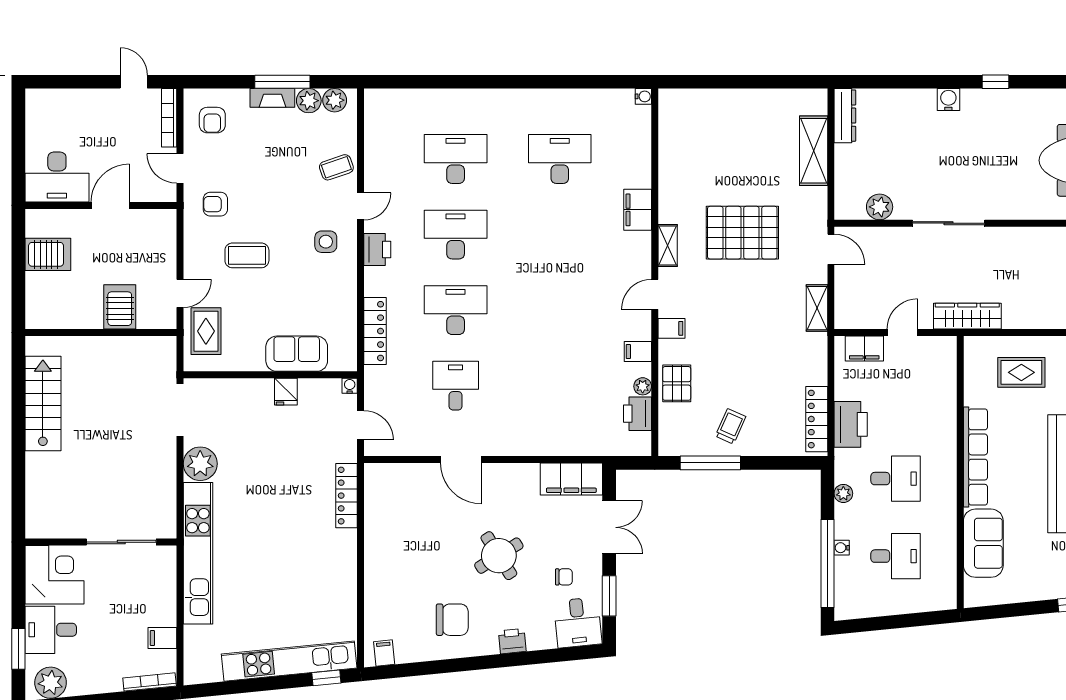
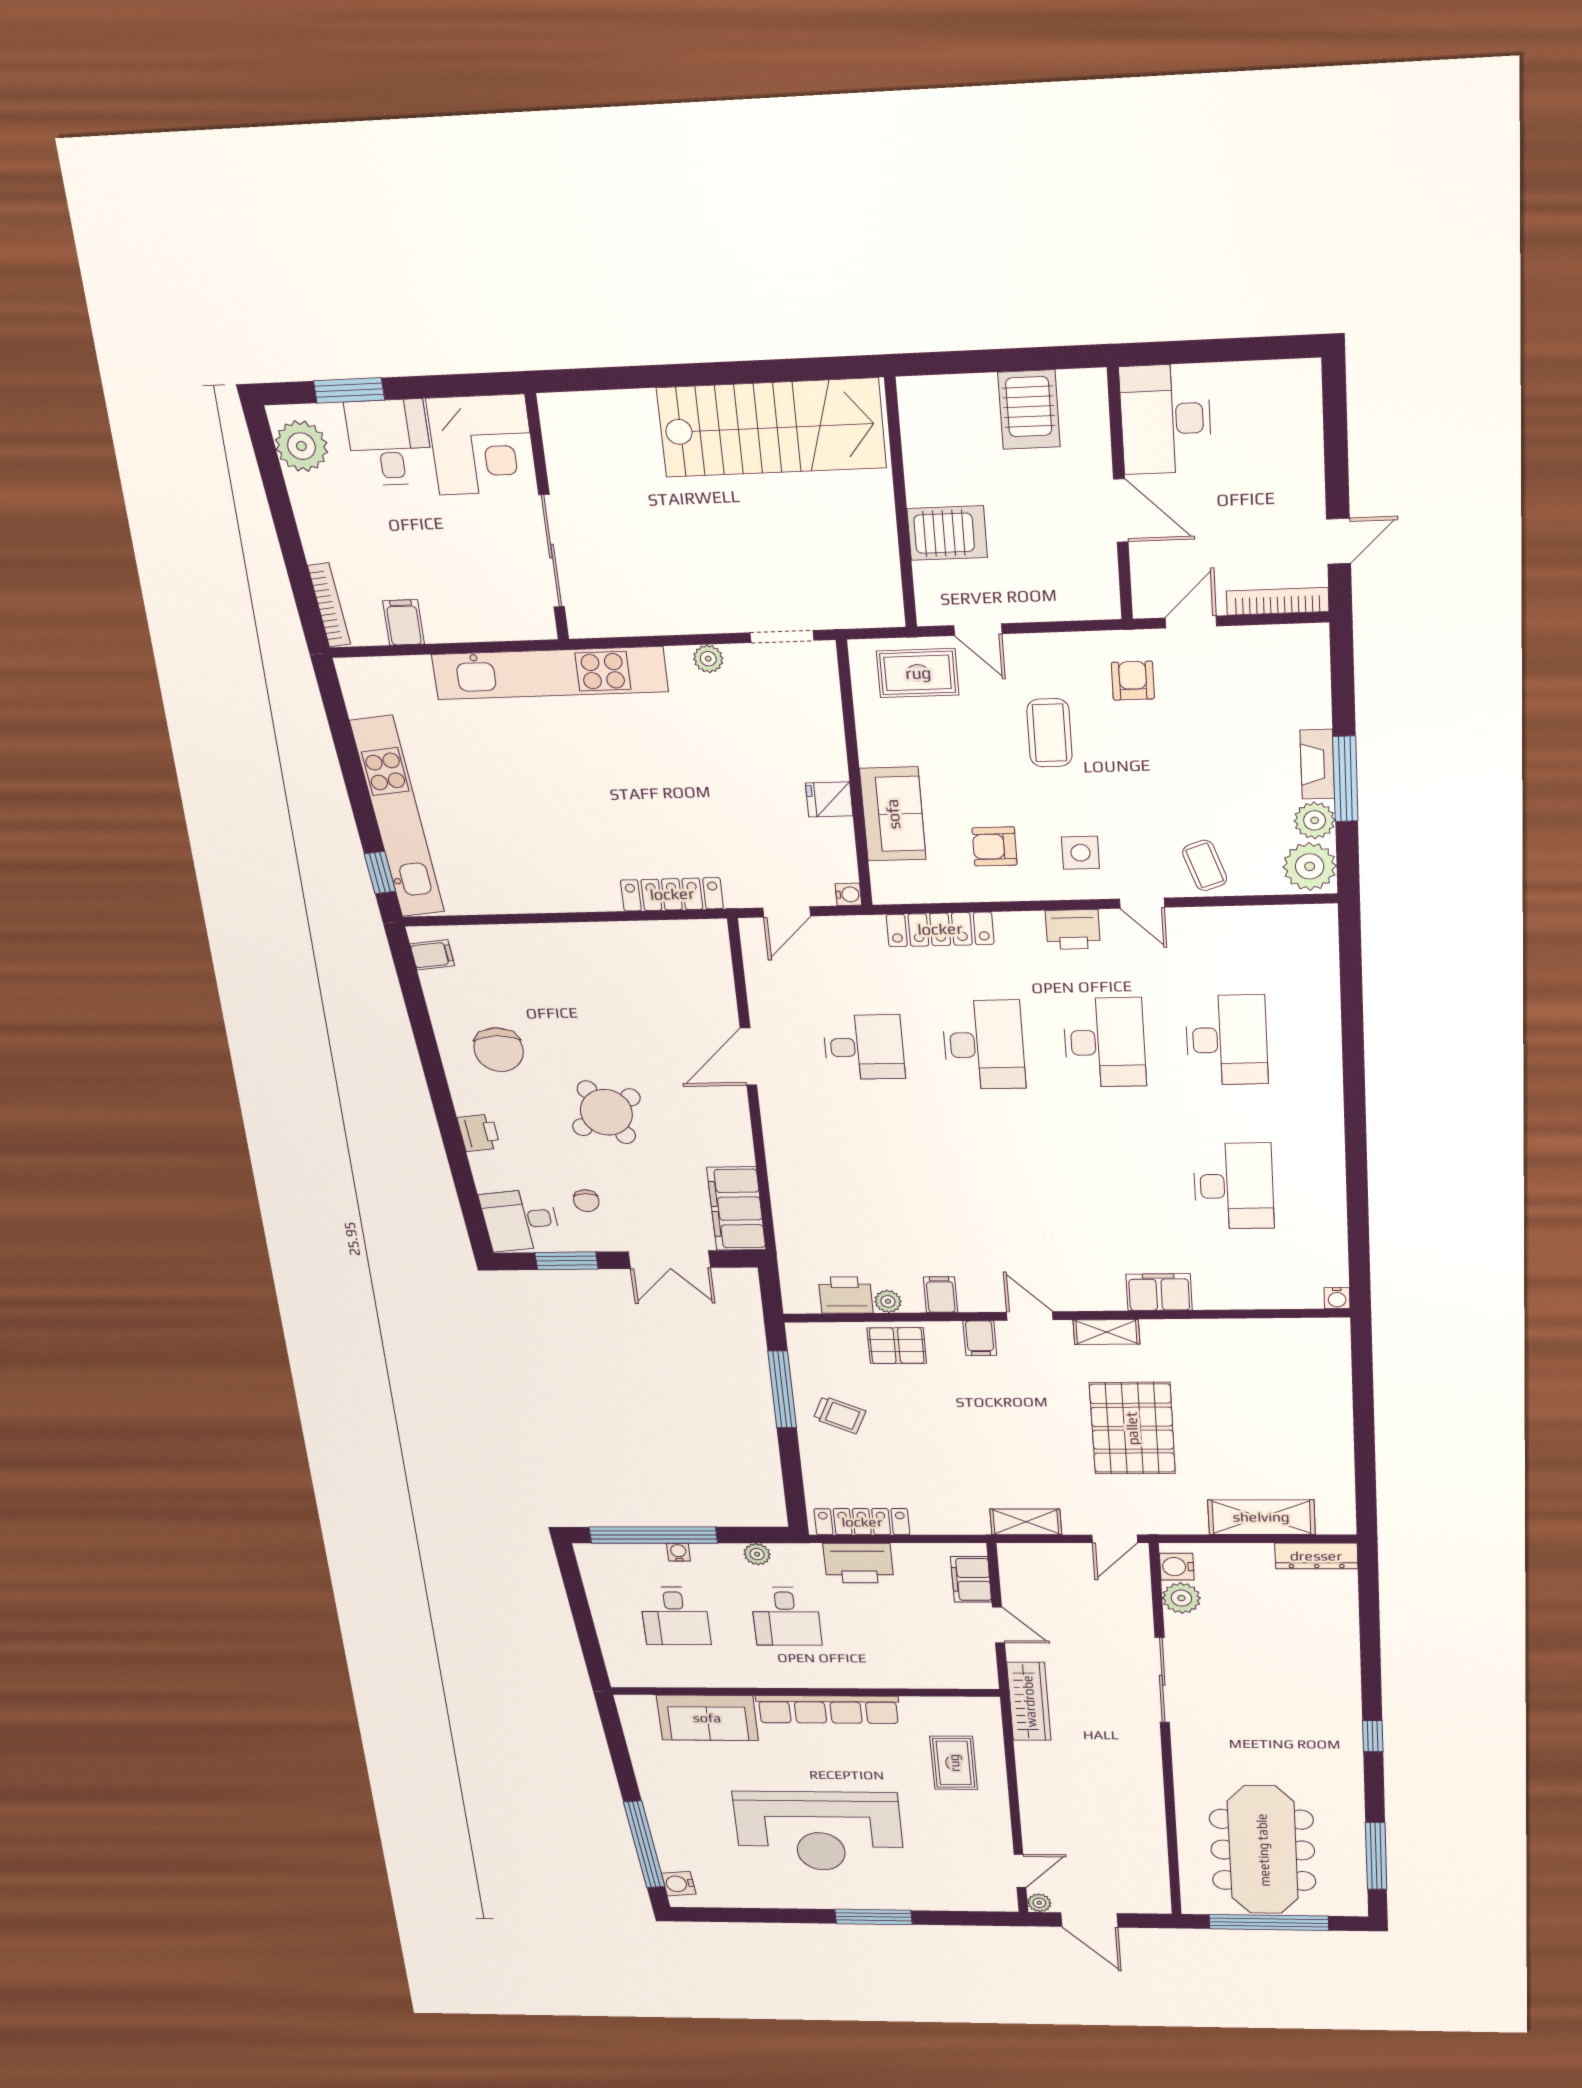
plant: (335, 100) -> (1310, 866), width x1.36, depth x1.36
water cooler: (948, 100) -> (1177, 1567), moved, turned 180
armchair: (212, 120) -> (995, 846), moved
stairs: (43, 403) -> (771, 428), width x1.36, depth x1.51
doorway: (180, 410) -> (782, 637), width x0.73
plant: (200, 464) -> (708, 659), width x0.53, depth x0.53

